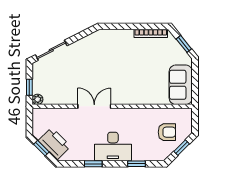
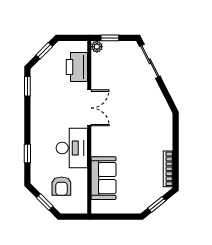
sofa: (181, 85) -> (104, 178), moved, turned 90
printer: (55, 143) -> (77, 67), moved, turned 135
desk: (113, 147) -> (72, 148), moved, turned 180
window: (93, 164) -> (27, 86), moved

